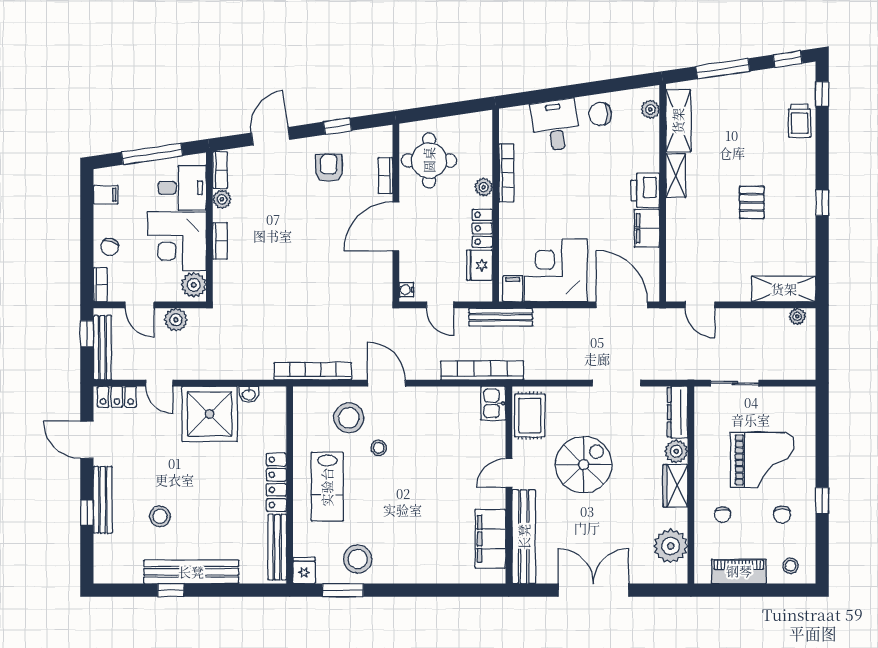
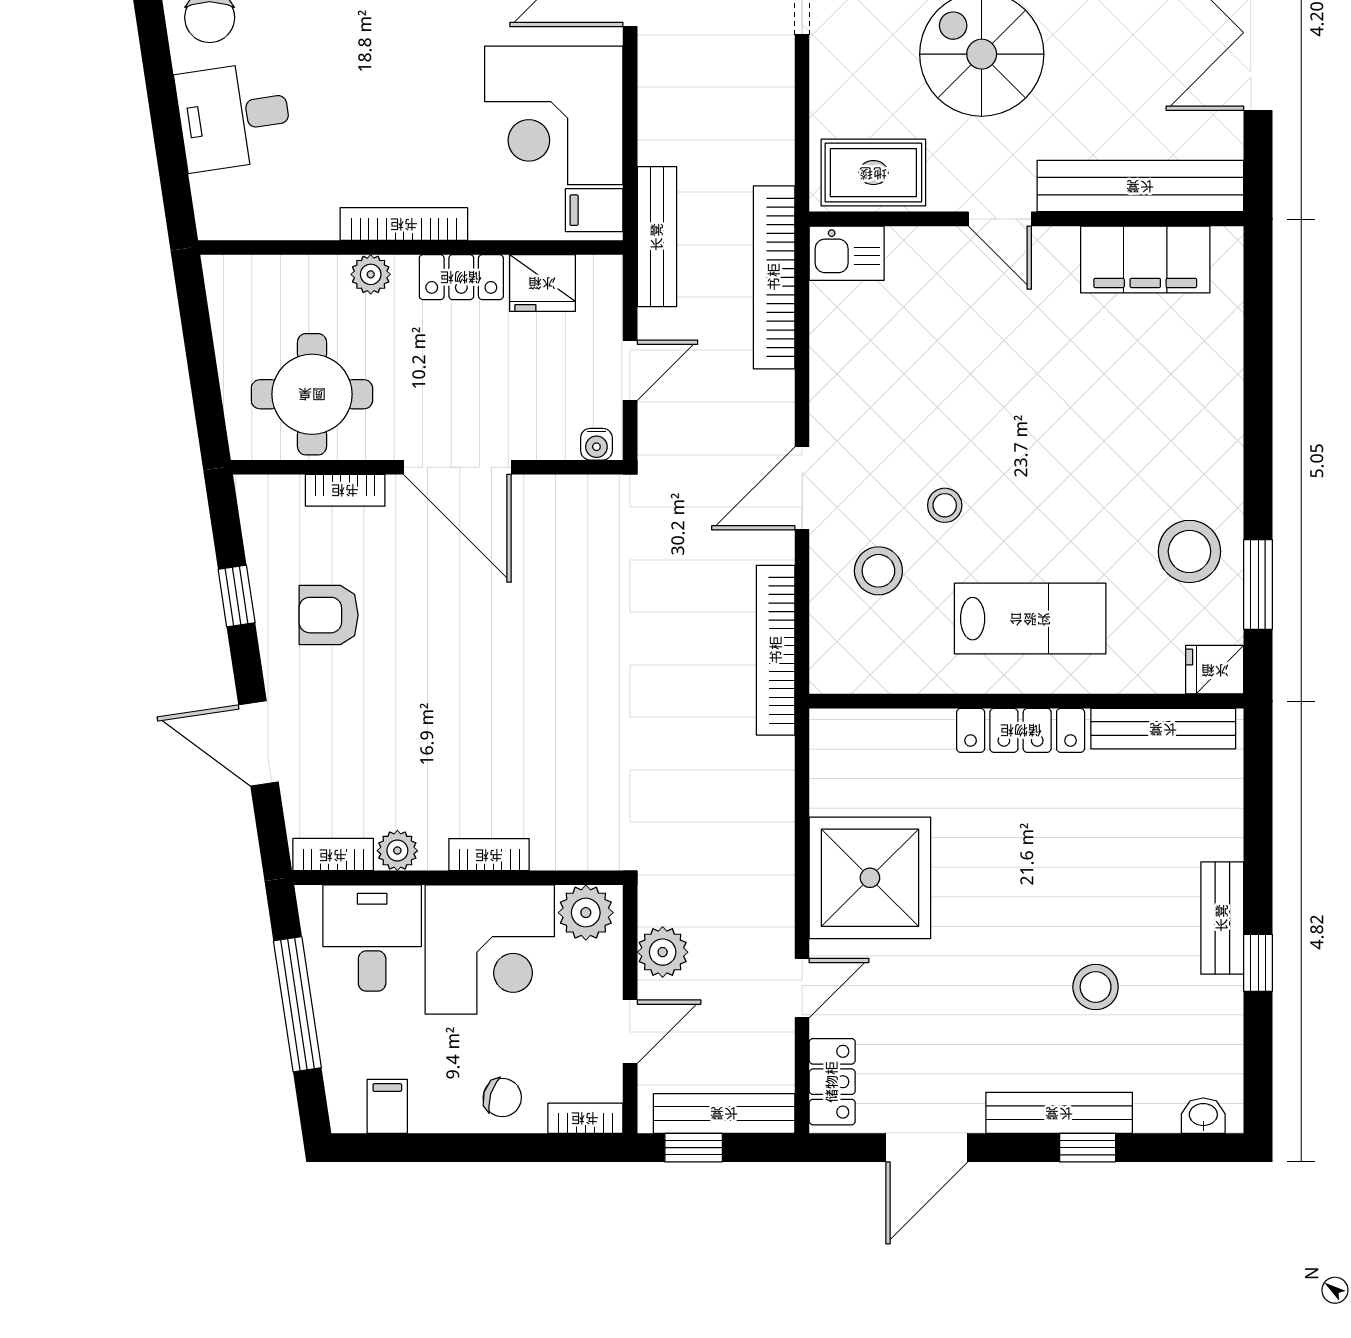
bookcase: (506, 173) -> (404, 224), moved
washbasin: (249, 394) -> (1203, 1116), moved, turned -90
stool: (349, 418) -> (878, 571), width x0.73, depth x0.73
bench: (191, 572) -> (1222, 918), width x0.54, depth x0.82

